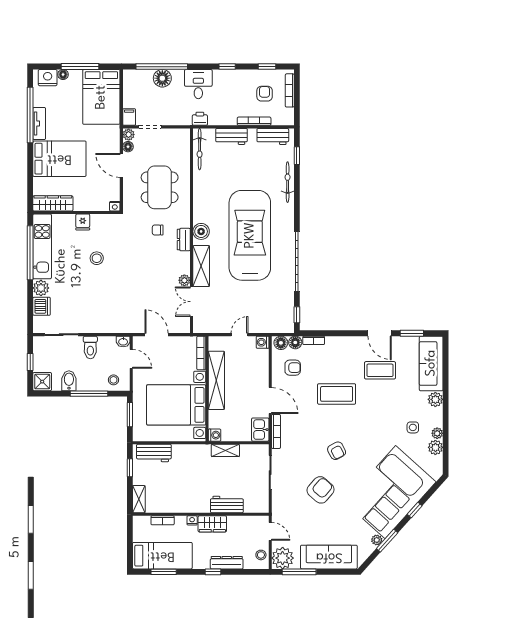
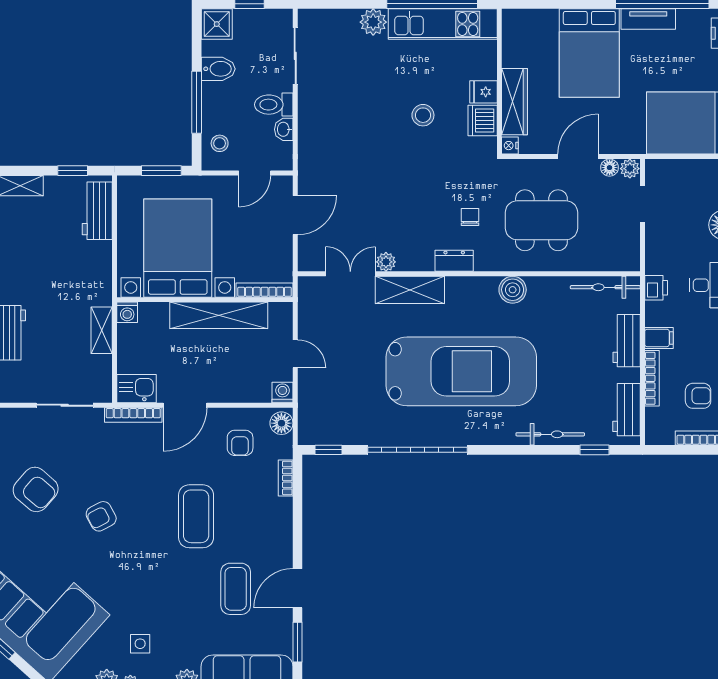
filing cabinet: (129, 117) -> (659, 338), moved
wardrobe: (53, 203) -> (515, 102), moved
boiler: (201, 231) -> (513, 290), moved
dishwasher: (42, 306) -> (483, 120), moved, turned 90
washbasin: (123, 341) -> (284, 129), moved
floor lamp: (295, 342) -> (282, 447), removed

